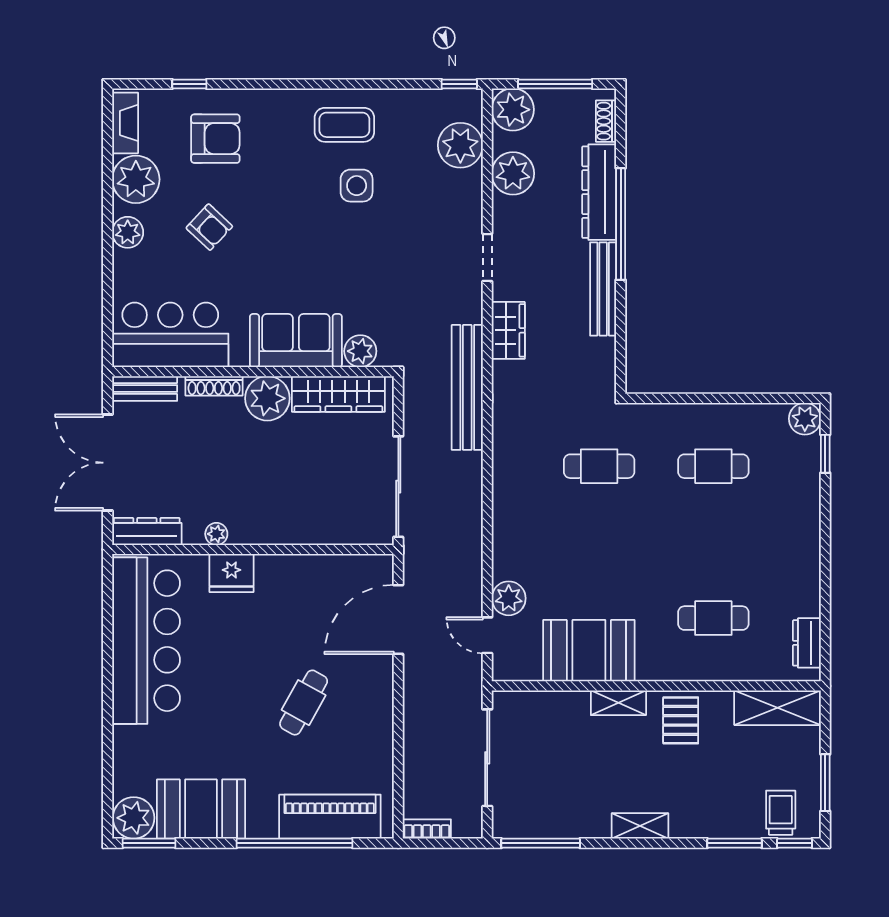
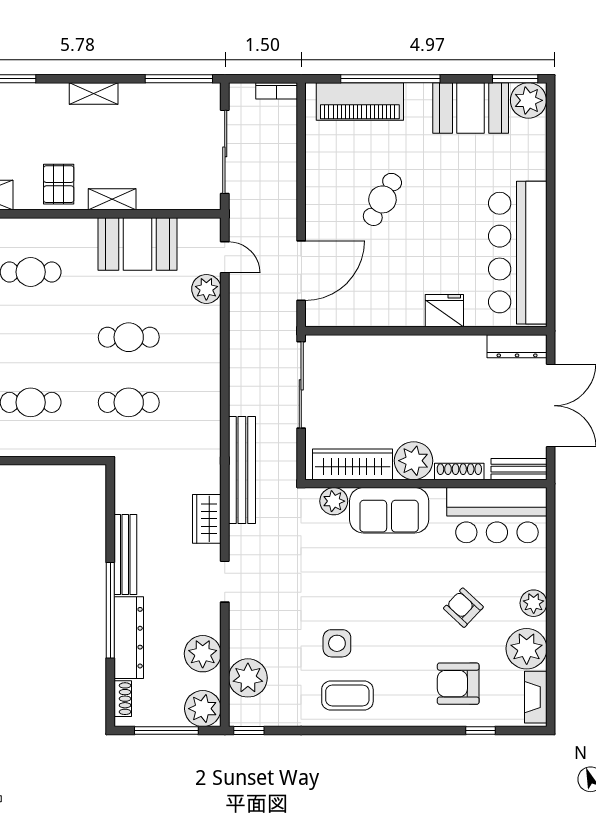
plant: (216, 534) -> (457, 344), removed
cafe table: (599, 542) -> (129, 337), added

